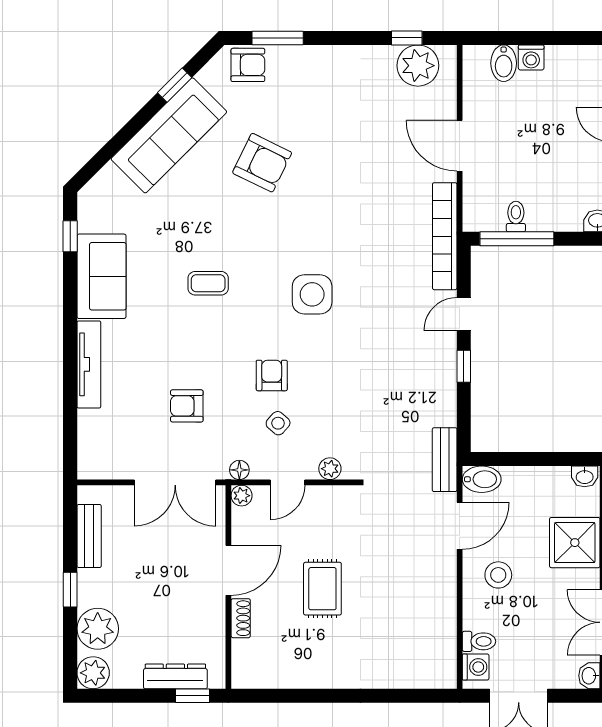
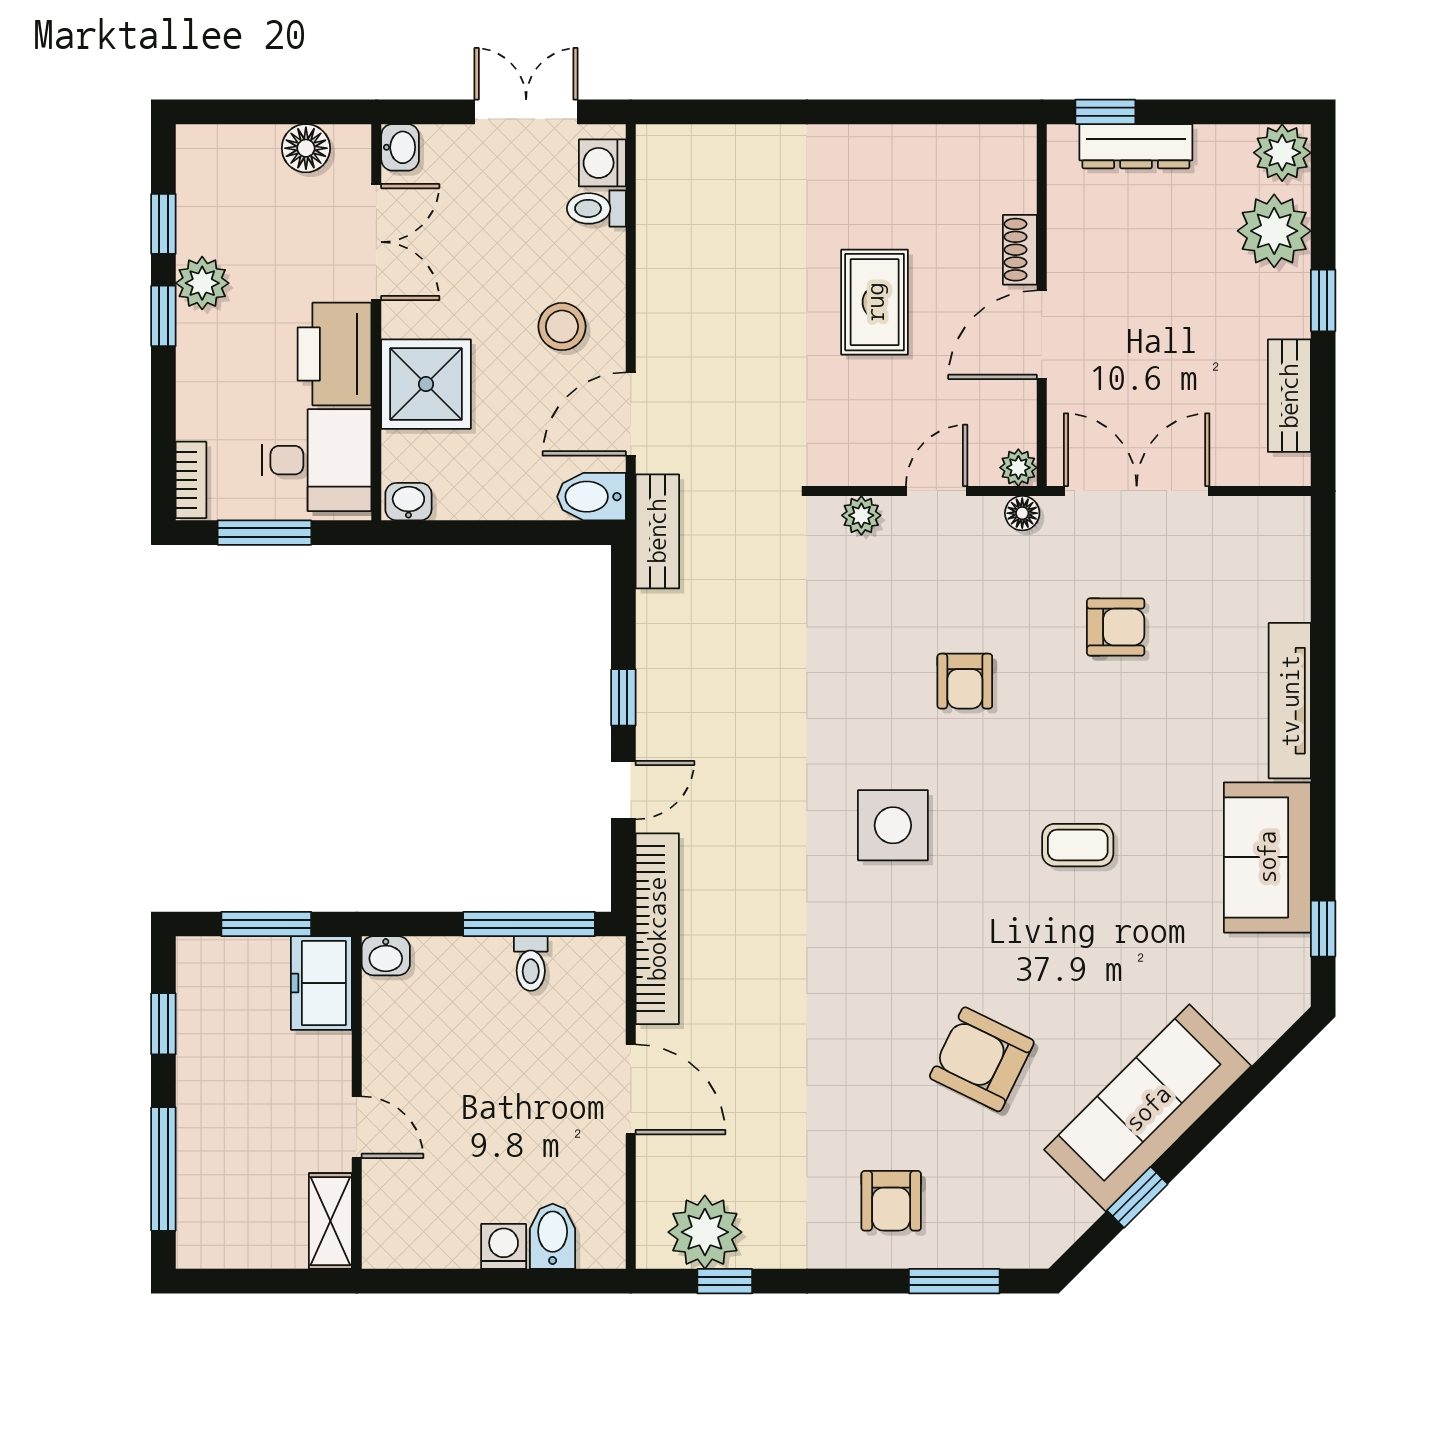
armchair: (248, 65) -> (891, 1201), moved, turned -90
side table: (278, 423) -> (954, 596), removed

